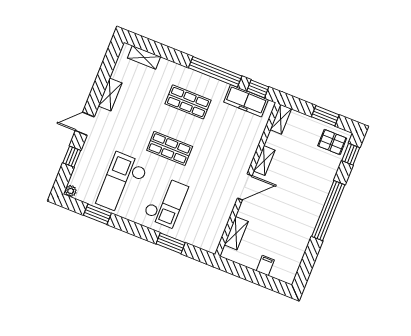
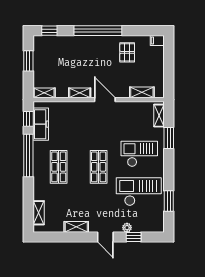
pallet: (332, 142) -> (127, 52), moved
checkout: (122, 184) -> (139, 192), turned 180
plant: (71, 191) -> (127, 228), moved
shelving: (201, 242) -> (159, 116), added
filing cabinet: (265, 265) -> (157, 41), moved

